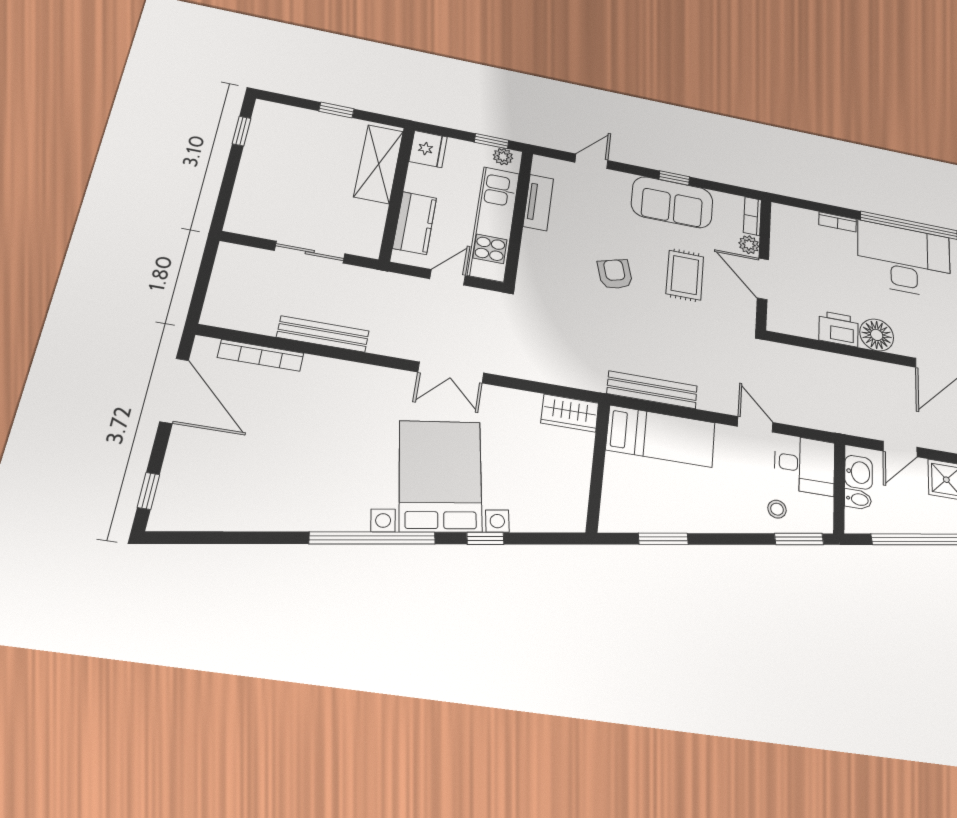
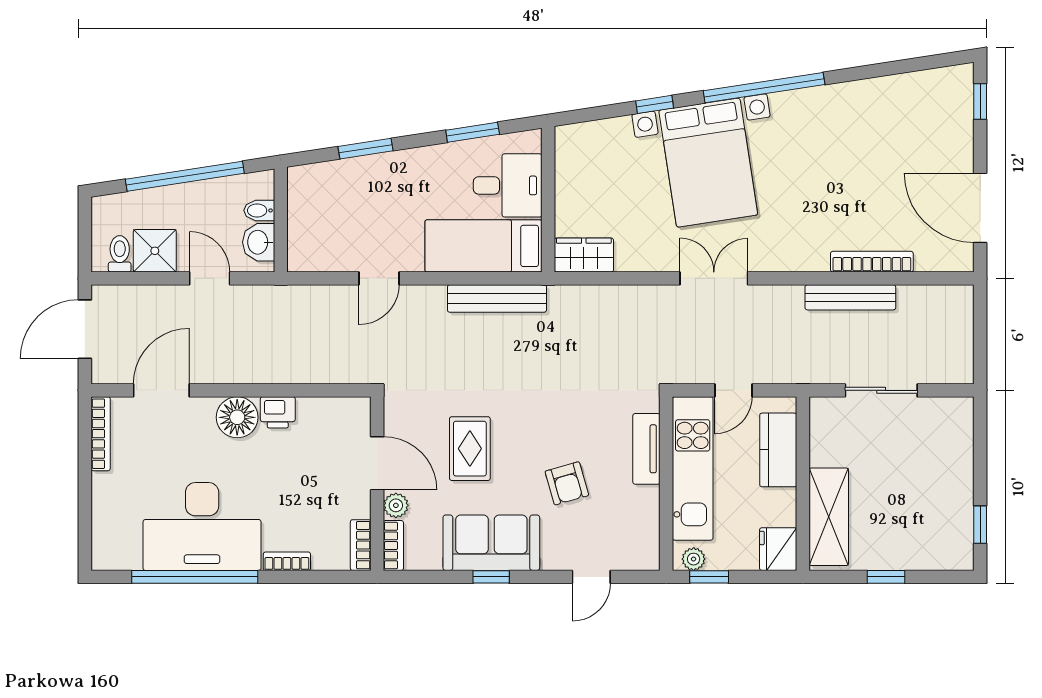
tv unit: (538, 202) -> (646, 449), moved
bookcase: (779, 222) -> (361, 545), added
armchair: (615, 274) -> (567, 483), moved
printer: (839, 329) -> (278, 412), width x0.73, depth x0.81
bookcase: (261, 355) -> (872, 262), moved
door: (755, 424) -> (379, 278), hinge flipped
door: (900, 449) -> (210, 278), hinge flipped
desk: (805, 465) -> (508, 185), moved, turned 180
stool: (777, 509) -> (351, 184), removed
window: (799, 539) -> (365, 149), moved

